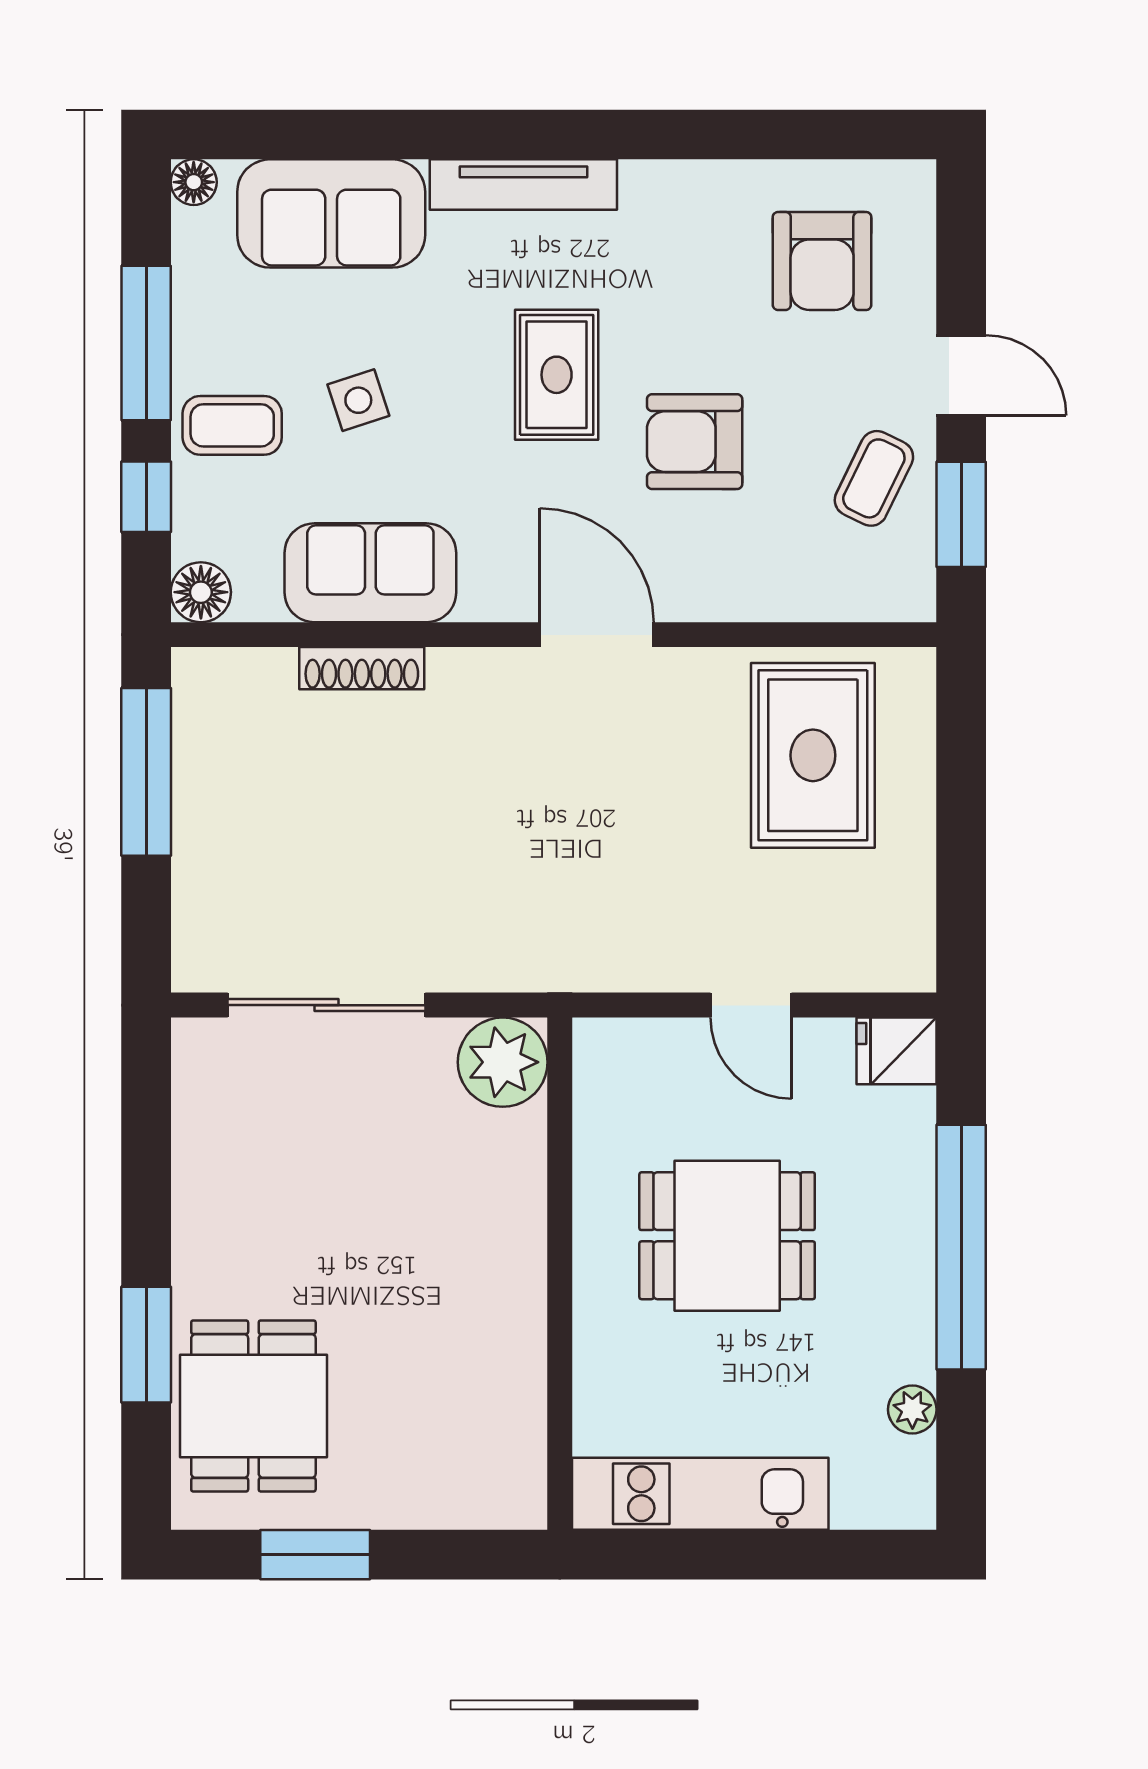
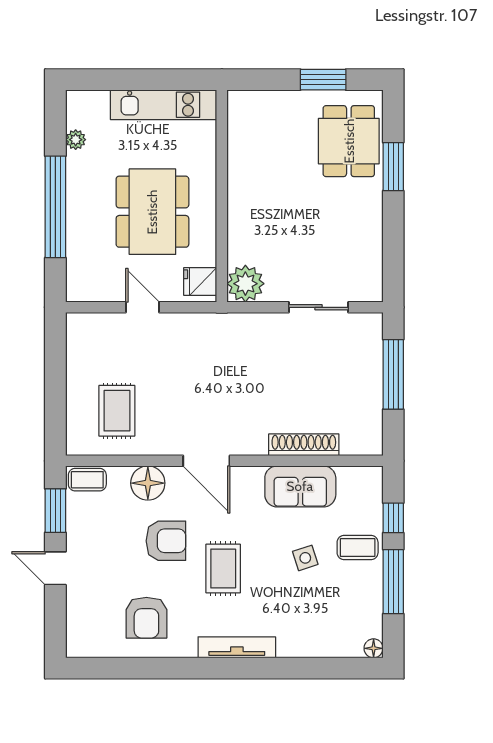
sofa: (331, 213) -> (317, 635), removed
armchair: (822, 261) -> (146, 618), moved, turned 180
coffee table: (874, 478) -> (87, 480), moved, turned 64
floor lamp: (201, 592) -> (148, 483), moved, width x1.38, depth x1.38
shoe rack: (362, 668) -> (304, 445), width x1.36, depth x1.24
rug: (813, 755) -> (117, 411), width x0.73, depth x0.70
window: (146, 772) -> (393, 374), moved
sliding door: (326, 1005) -> (318, 307), width x0.73
fridge: (896, 1051) -> (200, 282), moved, turned 180
dining table: (727, 1236) -> (152, 212), width x1.37

